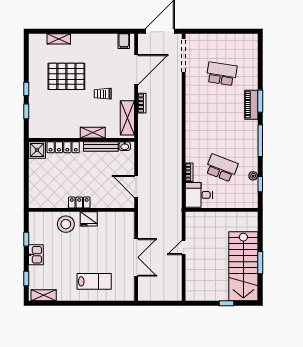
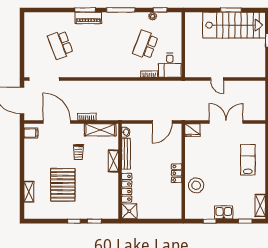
school desk: (222, 74) -> (60, 45), turned -30
fridge: (89, 219) -> (192, 130), moved, turned 90

